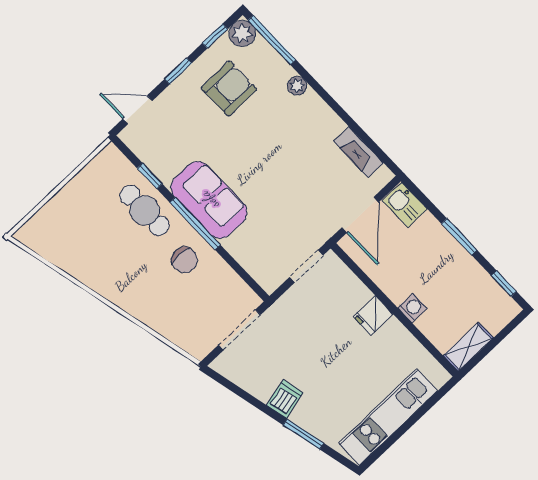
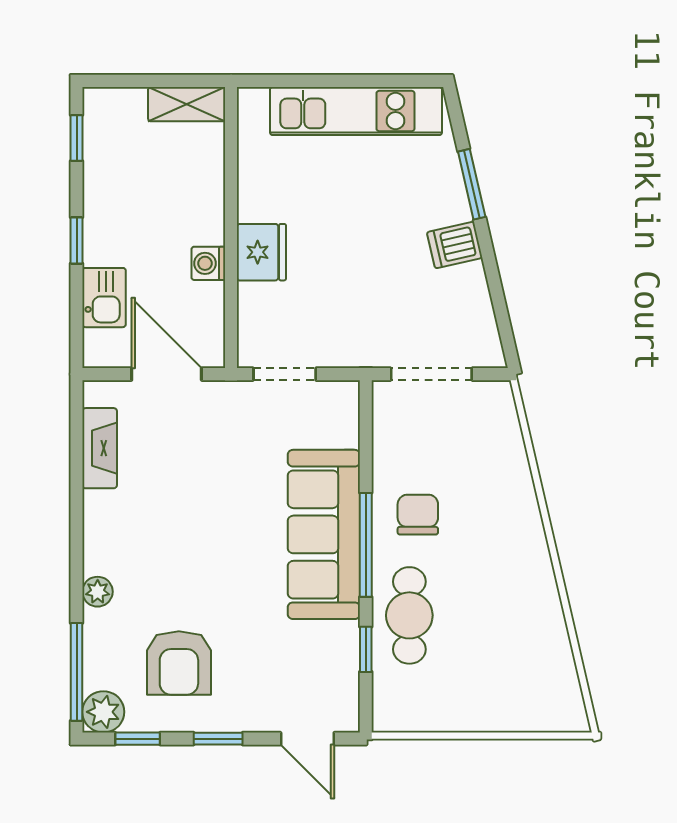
armchair: (229, 89) -> (179, 663), turned -90
sofa: (209, 200) -> (324, 534), width x1.36
kitchen sink: (405, 205) -> (104, 298), moved
door: (360, 215) -> (167, 374), hinge flipped
window: (459, 237) -> (77, 240), width x0.67
washing machine: (412, 308) -> (208, 263), moved
fridge: (373, 315) -> (261, 252), width x1.38

